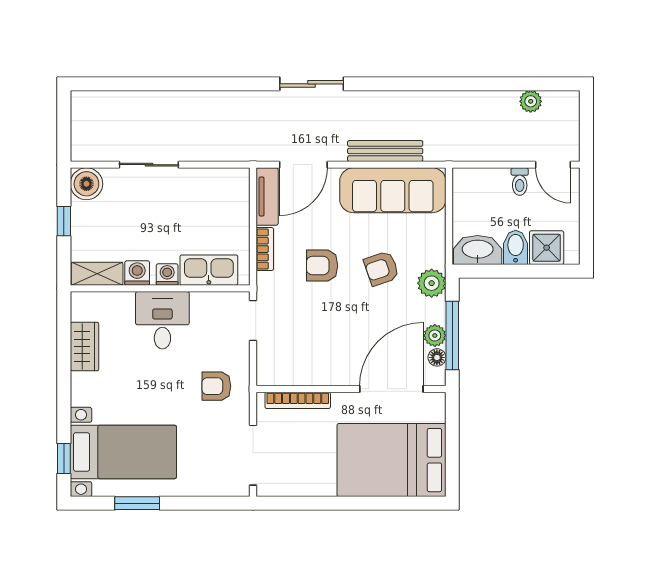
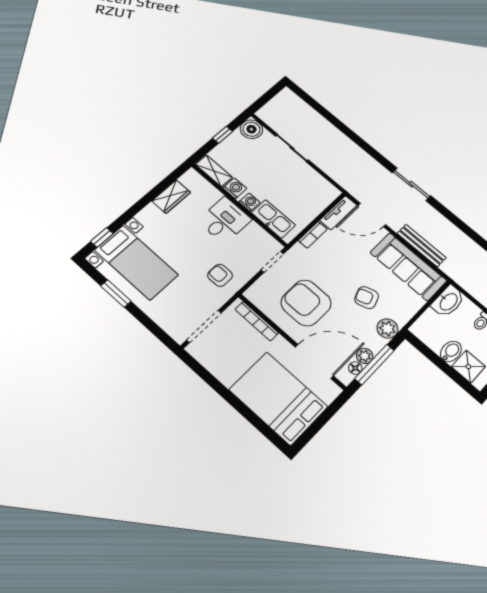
washbasin: (478, 250) -> (448, 301), moved, turned 90
armchair: (322, 266) -> (306, 303), moved, width x1.88, depth x1.88

